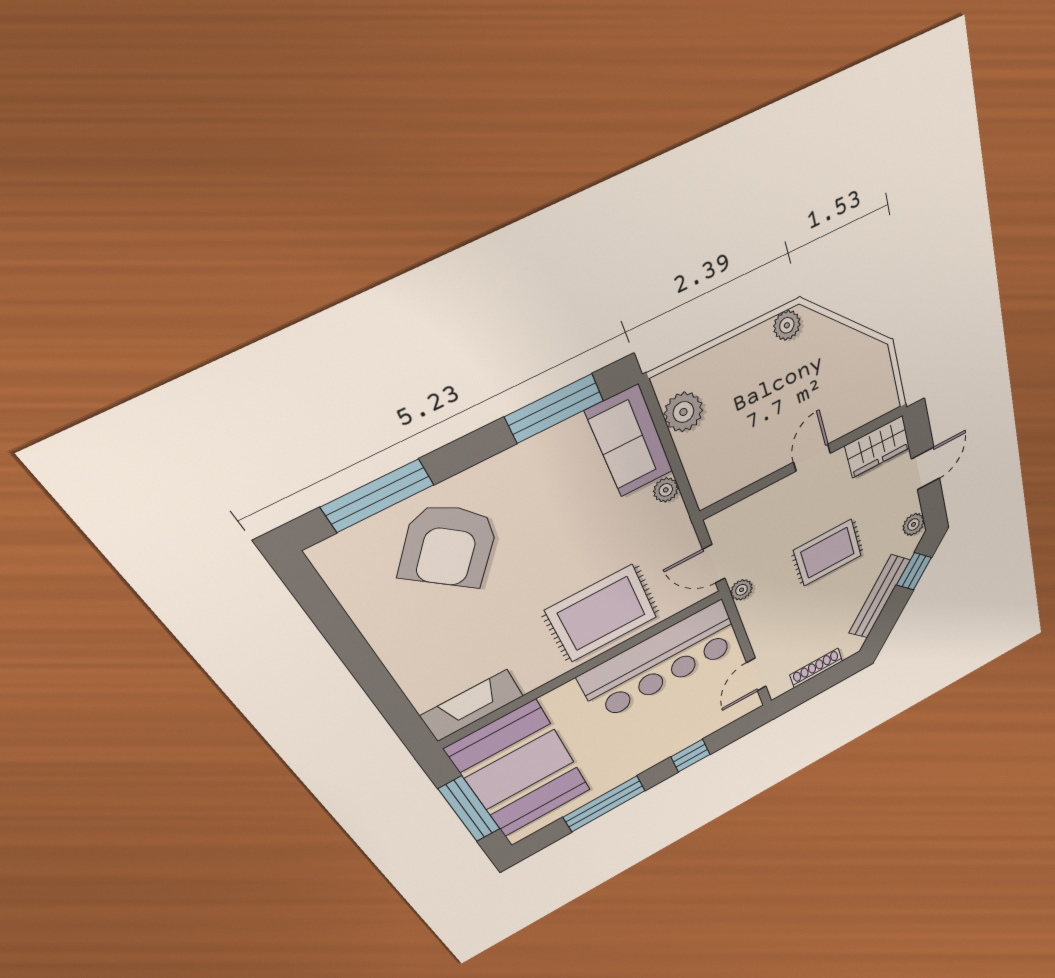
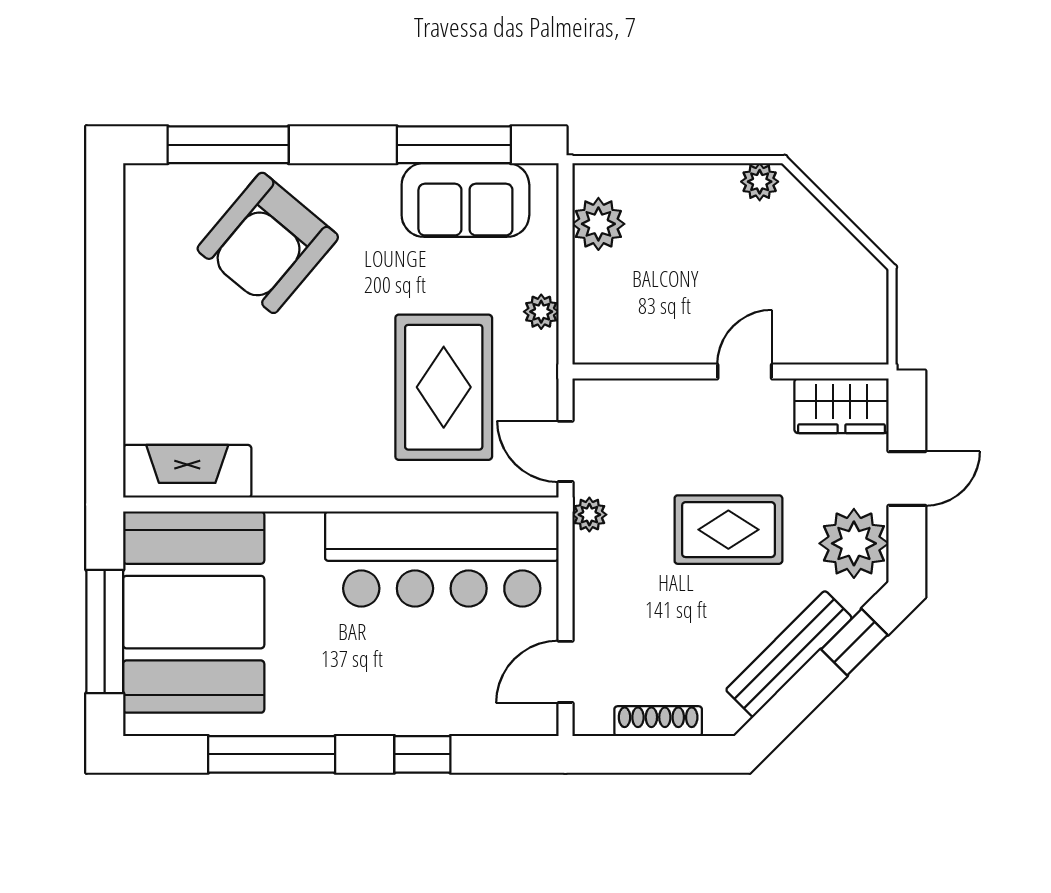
sofa: (630, 442) -> (465, 200), moved, turned -90
plant: (913, 524) -> (854, 543), width x1.87, depth x1.87
rug: (602, 614) -> (444, 387), moved, turned 90

